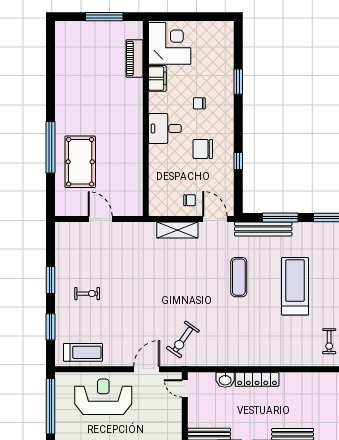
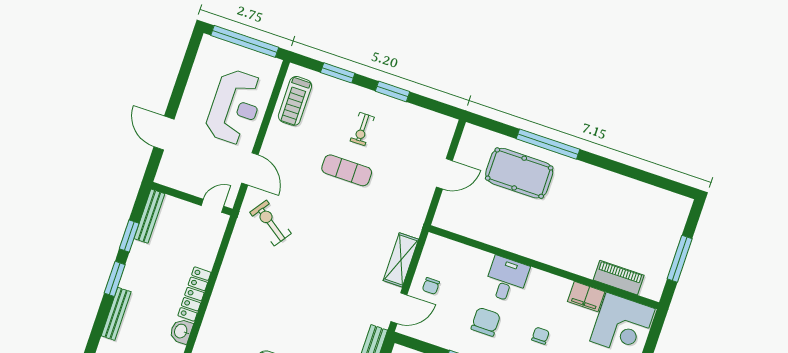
desk: (165, 128) -> (507, 279), moved
exercise mat: (239, 277) -> (347, 170), moved
washbasin: (225, 380) -> (181, 331), moved

